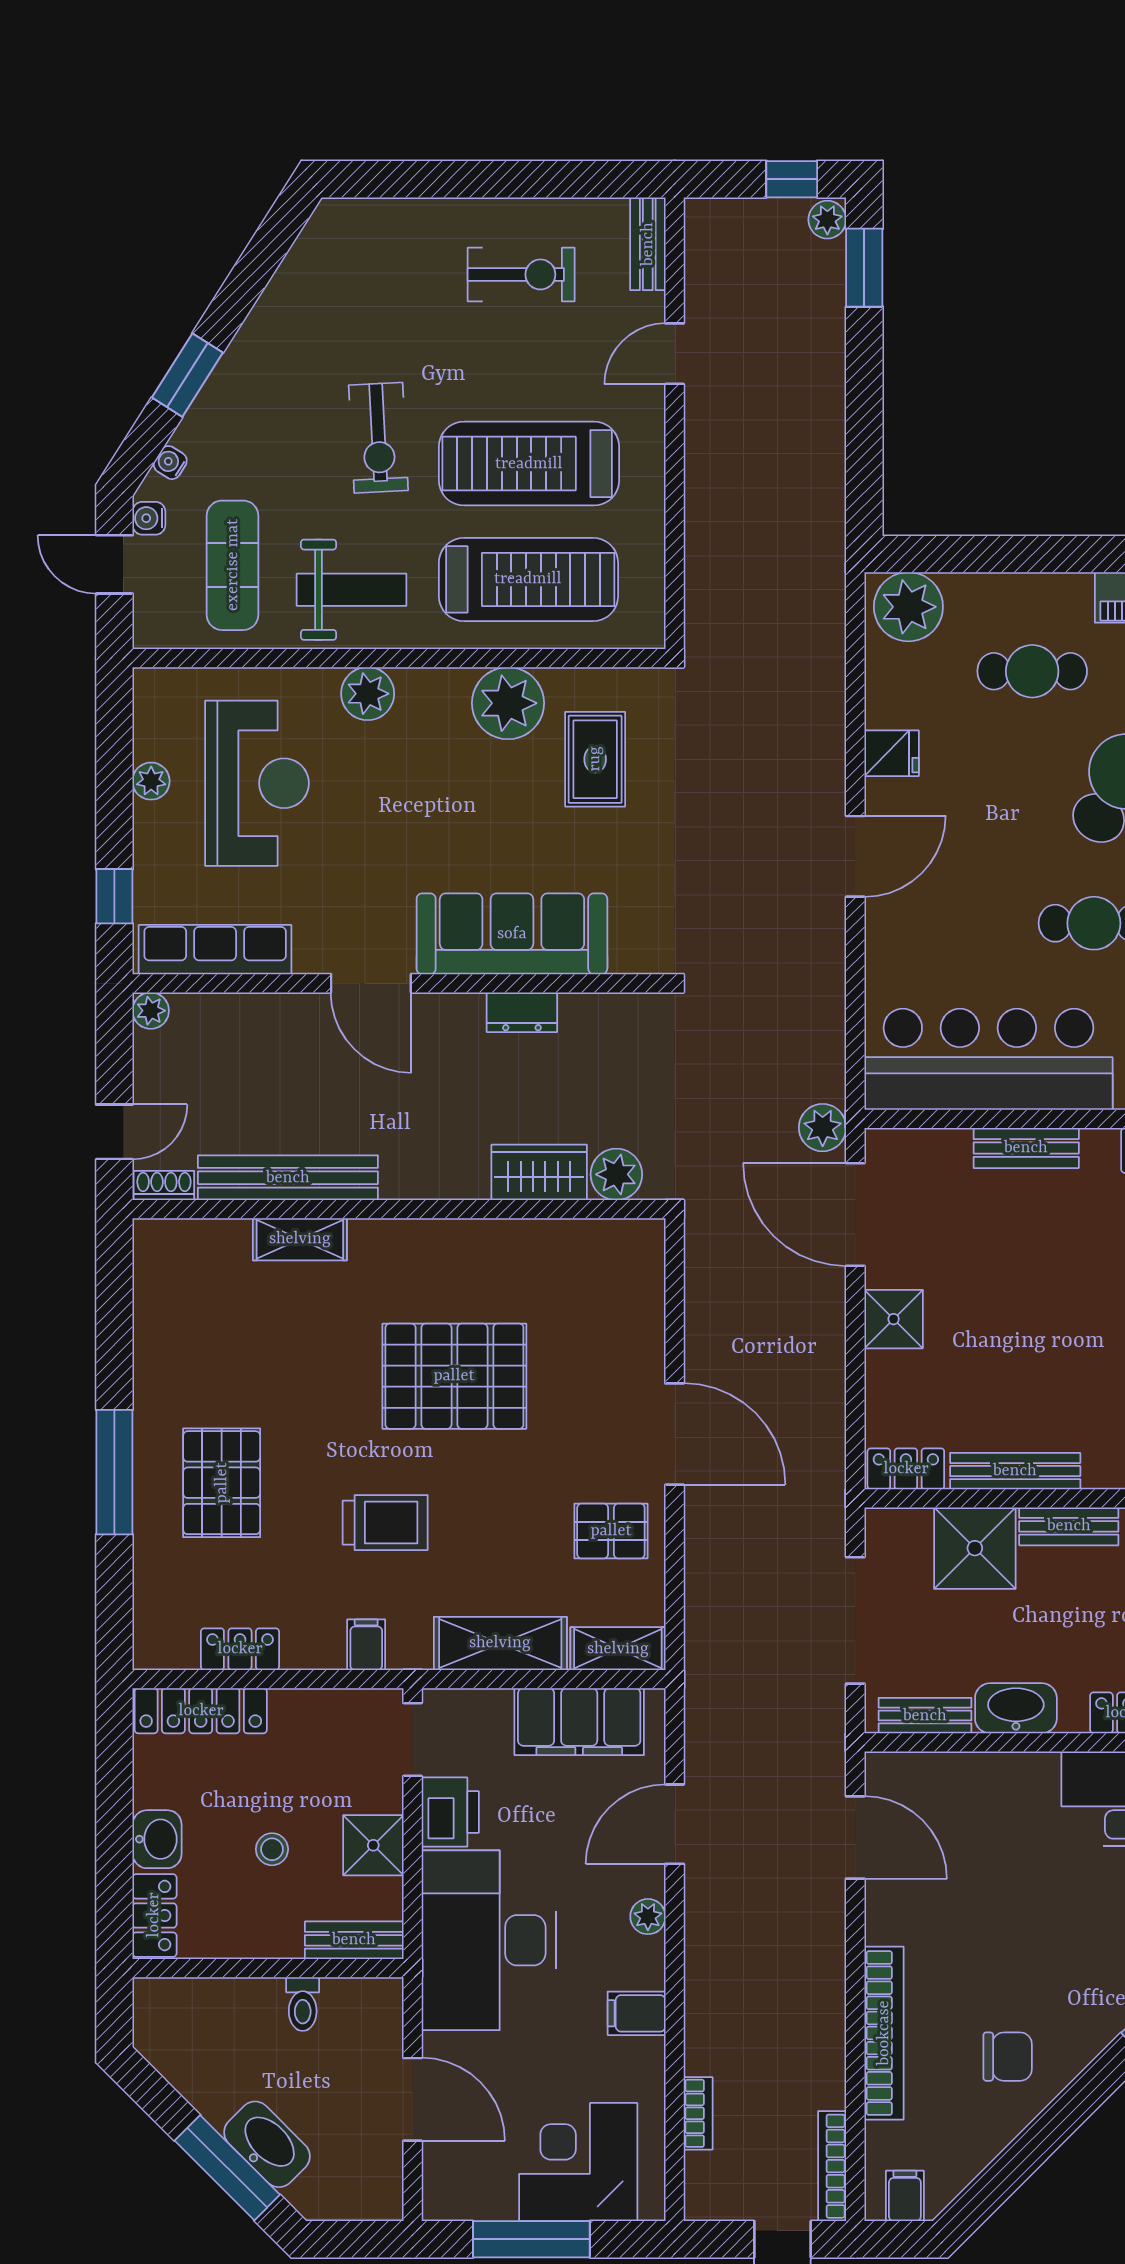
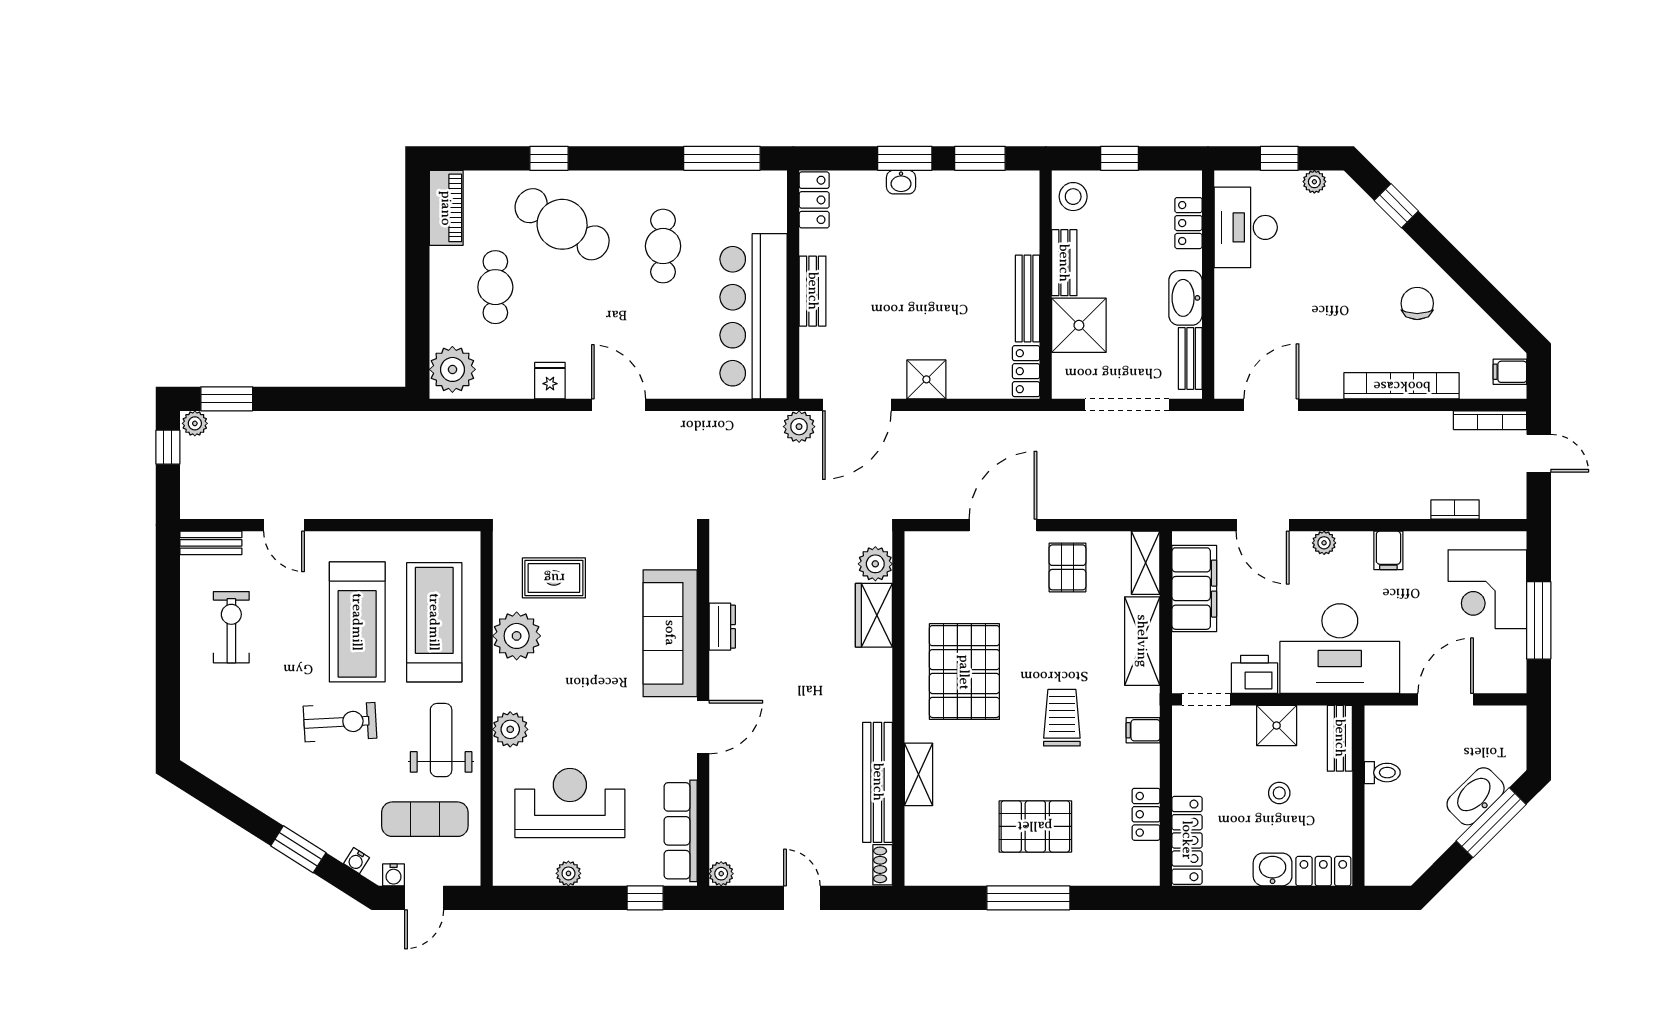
wardrobe: (539, 1172) -> (874, 615), moved
plant: (616, 1174) -> (875, 564), moved
bench: (288, 1178) -> (878, 782), moved
shoe rack: (164, 1185) -> (883, 865), moved
wall: (399, 1209) -> (898, 708), moved
shelving: (300, 1239) -> (918, 774), moved

